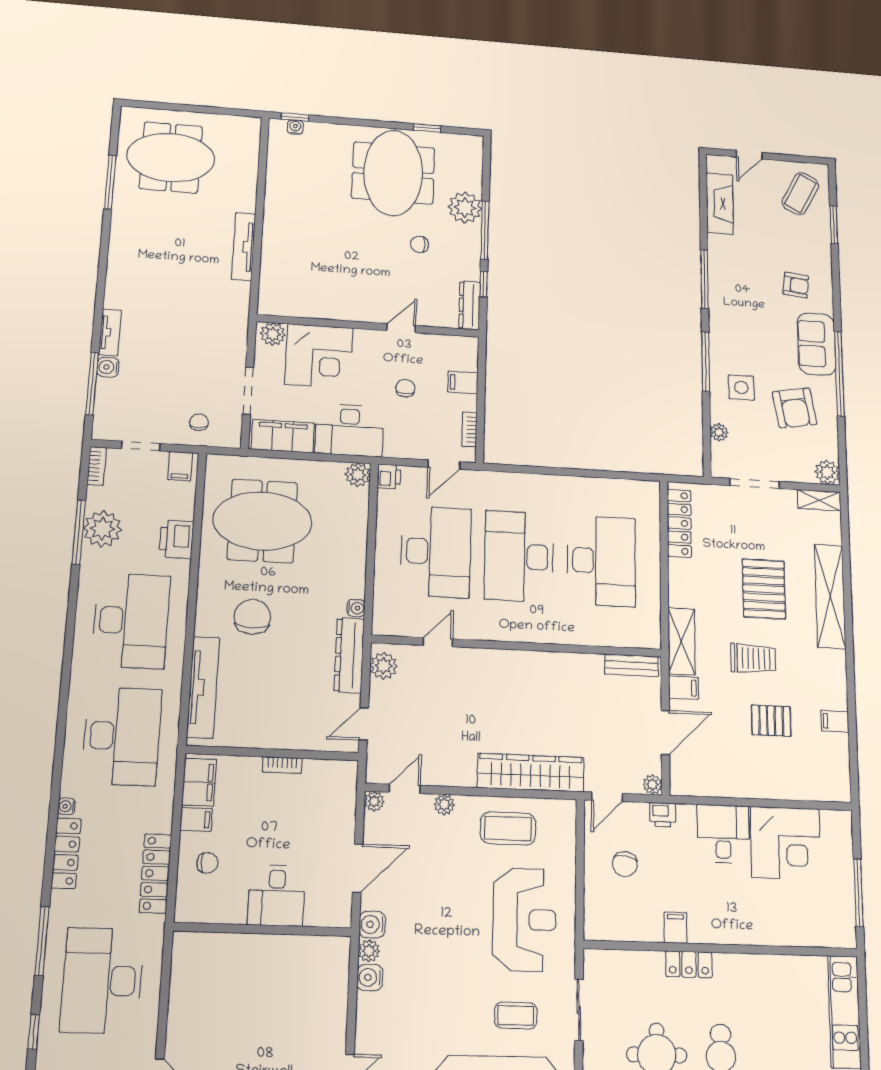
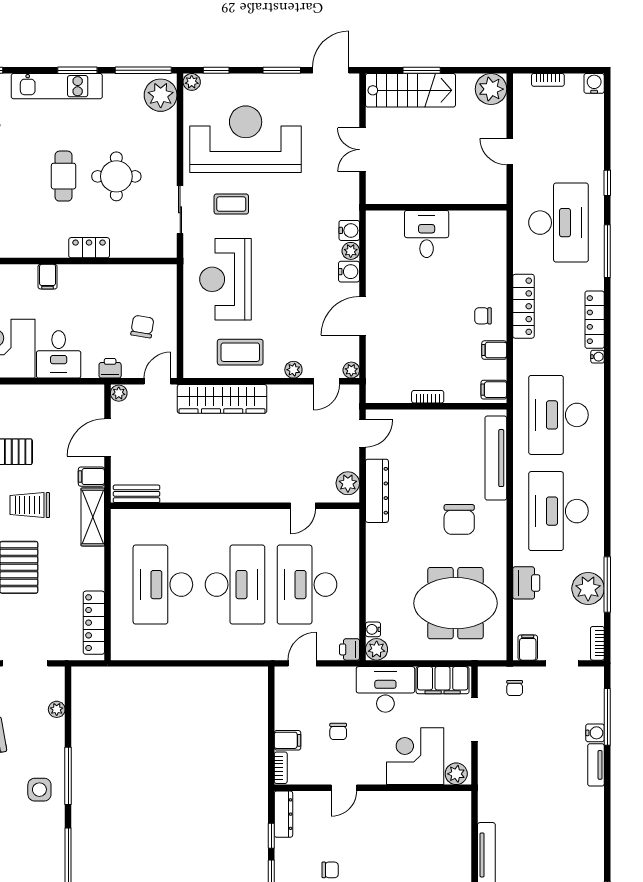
side table: (741, 387) -> (39, 790), moved
bookcase: (469, 430) -> (281, 768), moved
water cooler: (356, 608) -> (373, 629), moved
filing cabinet: (199, 782) -> (494, 390), width x0.50
desk: (277, 895) -> (427, 234), moved
filing cabinet: (675, 928) -> (48, 277), moved
wall: (263, 929) -> (436, 207), moved

